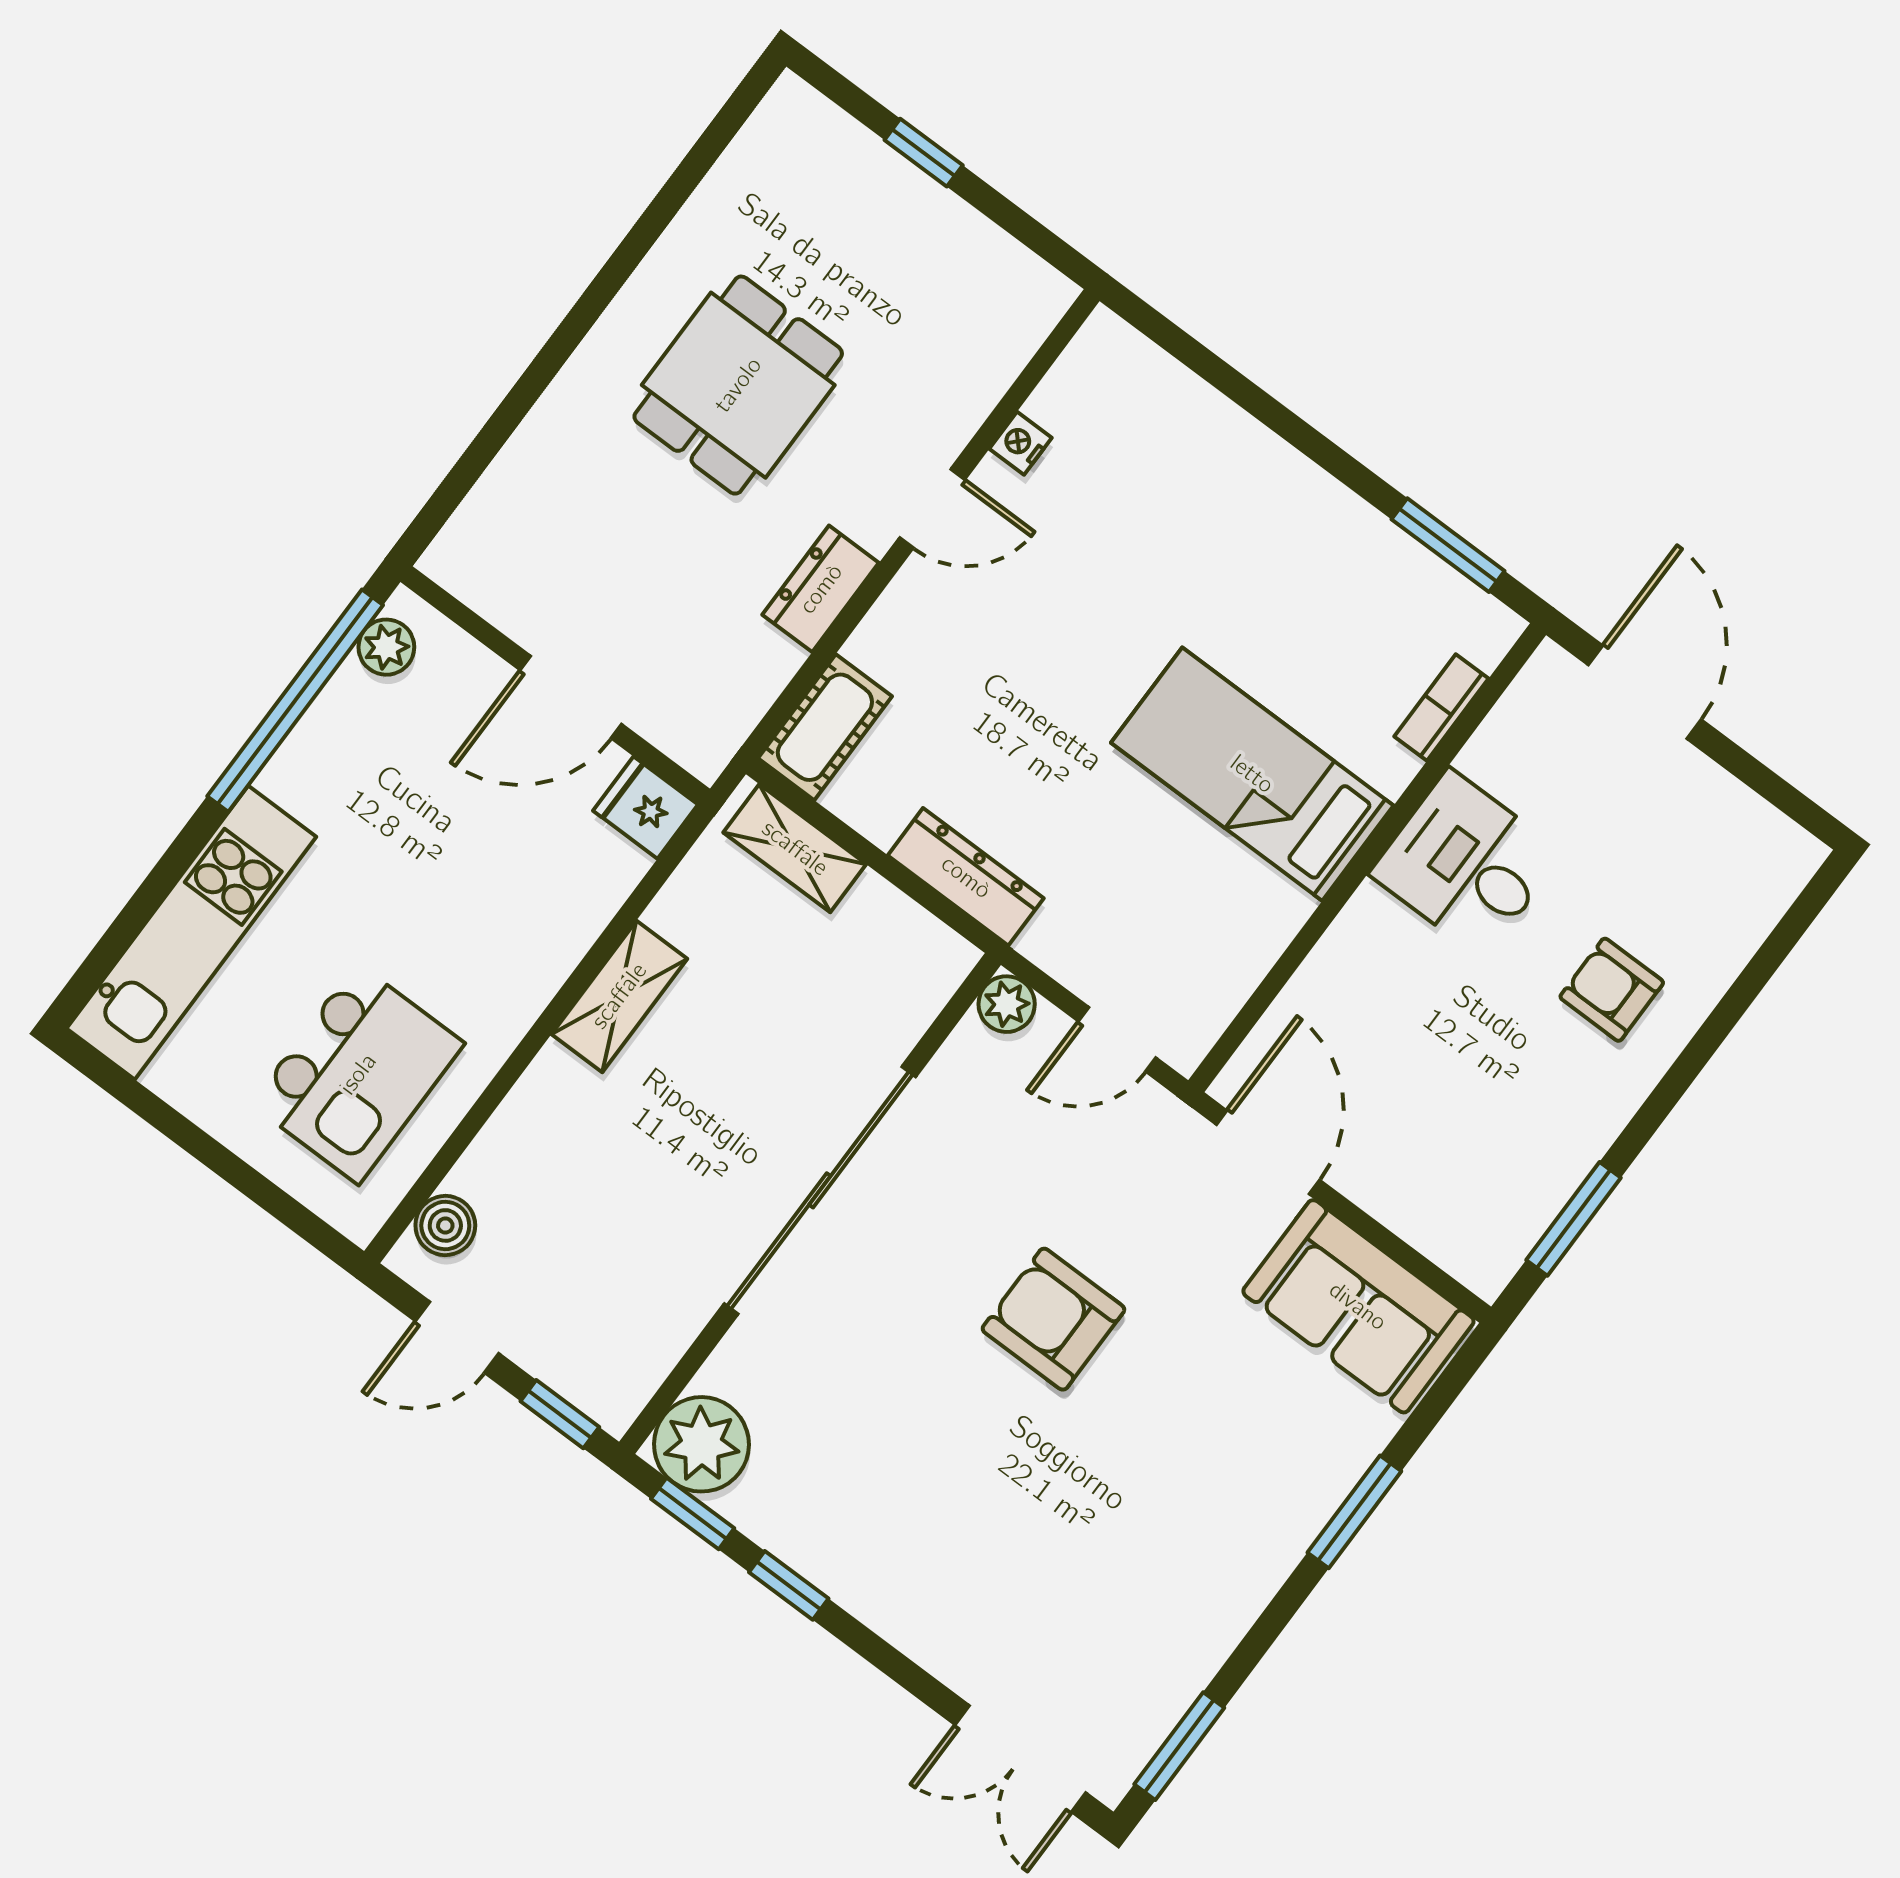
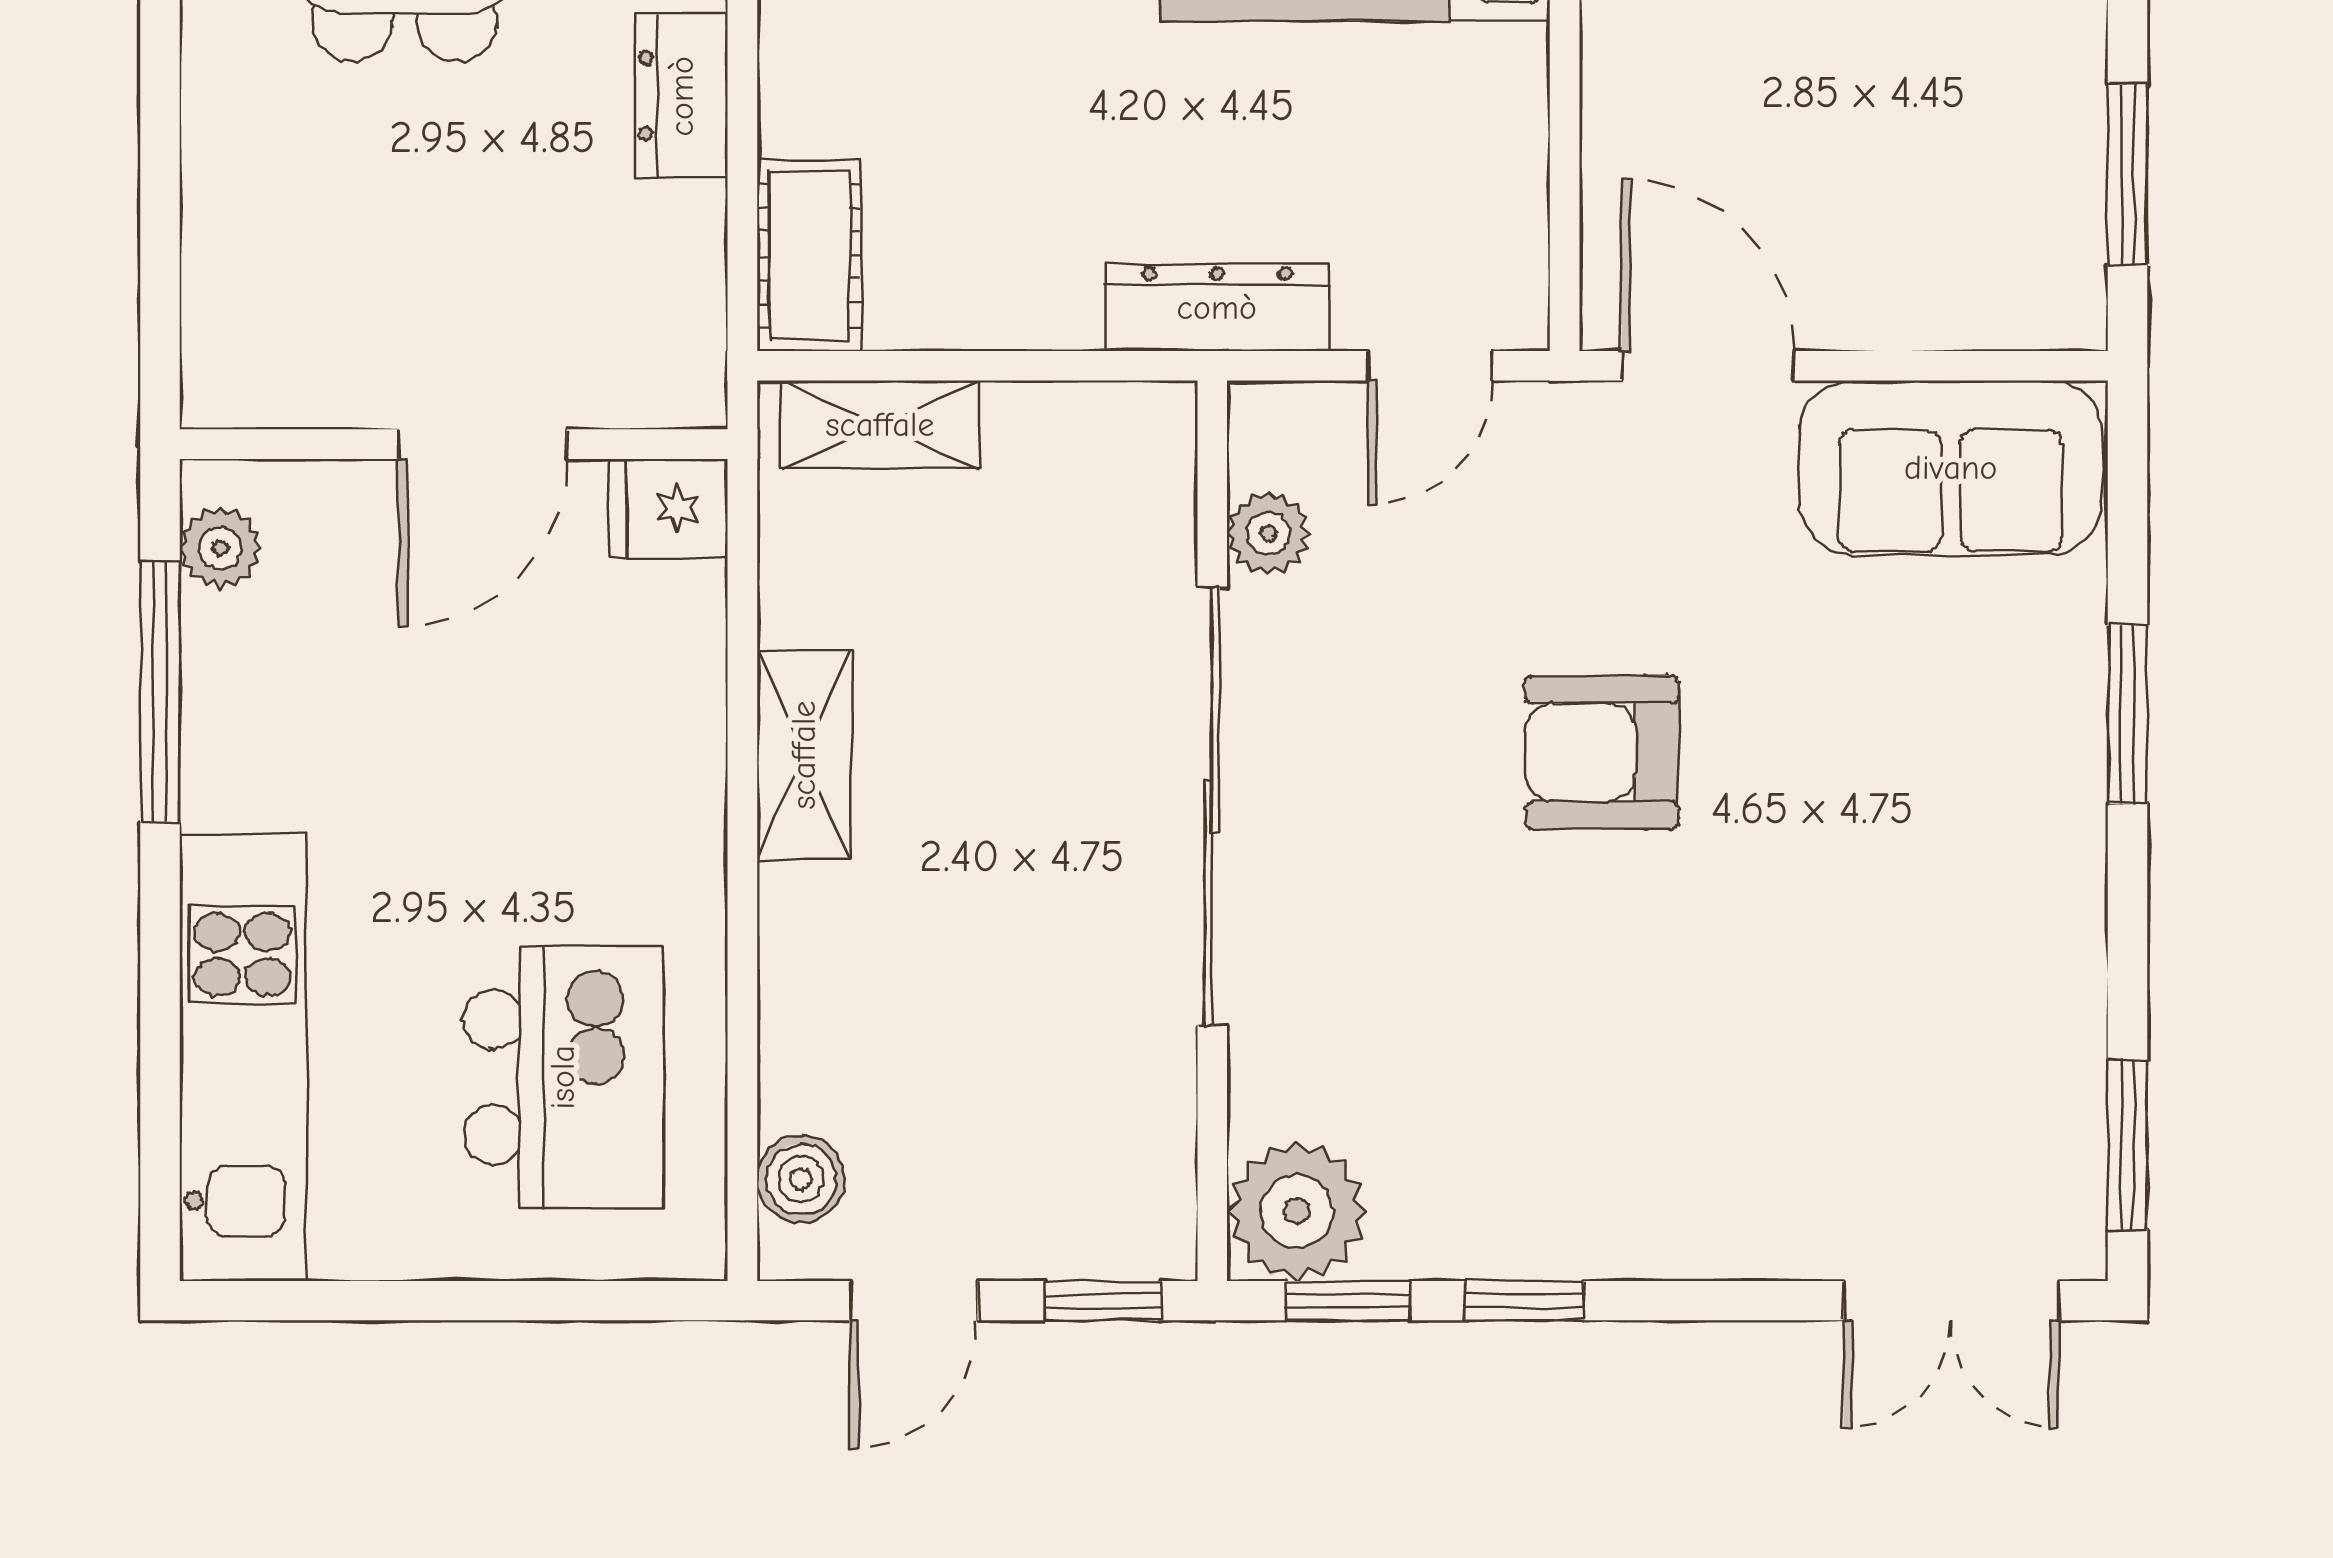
window: (295, 701) -> (160, 692), width x0.68
dresser: (966, 877) -> (1217, 308), moved
plant: (1007, 1004) -> (1268, 533), moved

